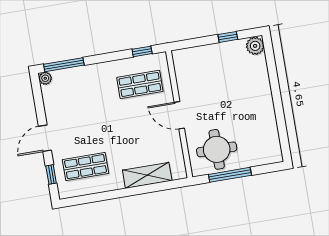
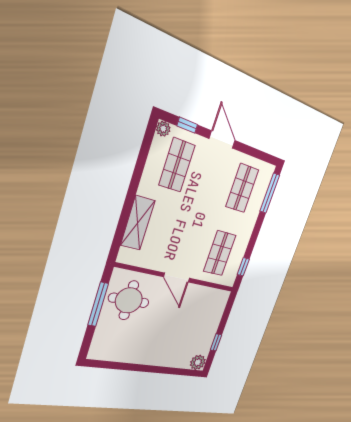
plant: (45, 78) -> (163, 129), moved
shop shelf: (74, 96) -> (242, 188), added
door: (179, 115) -> (177, 278), swing flipped

